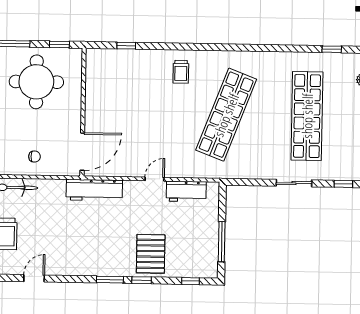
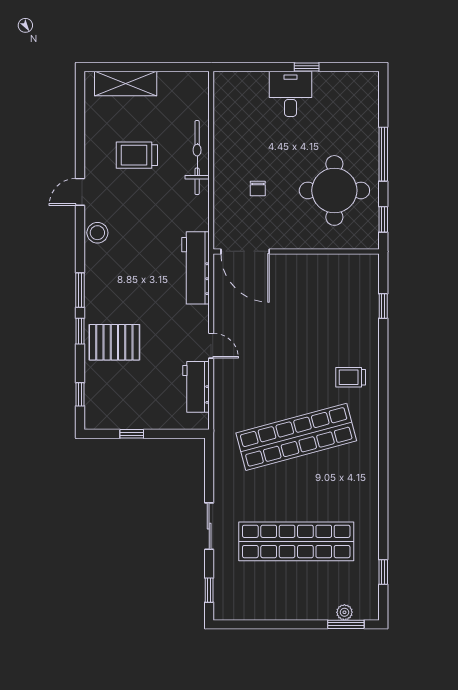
shop shelf: (226, 115) -> (296, 437), turned -36
chair: (34, 157) -> (258, 188), moved
window: (222, 242) -> (132, 434), width x0.46
stool: (66, 265) -> (97, 233), added
door: (34, 278) -> (80, 192), swing flipped

